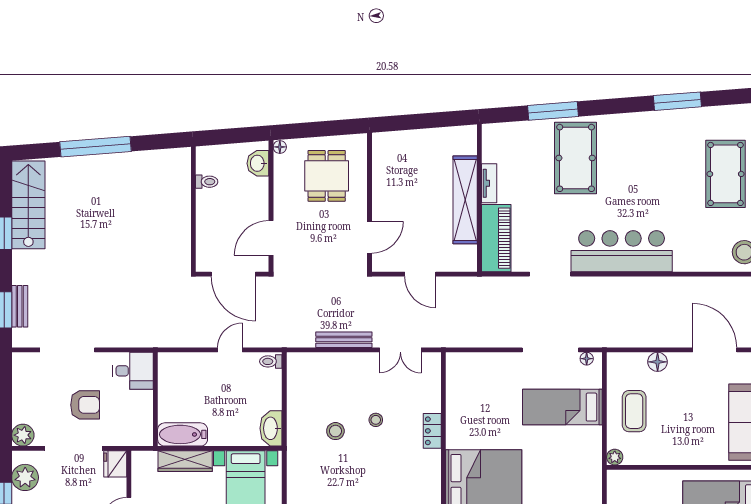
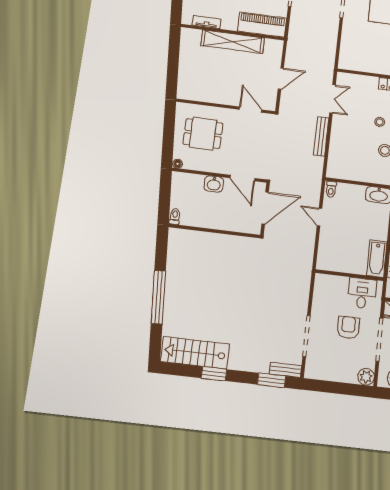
washbasin: (258, 163) -> (214, 184), moved
toilet: (207, 182) -> (175, 216), moved
tv unit: (489, 183) -> (207, 22), moved
bench: (20, 306) -> (285, 370), moved
desk: (133, 371) -> (362, 293), moved

